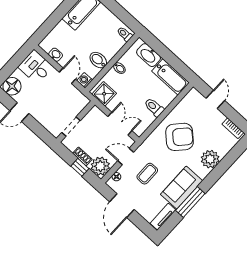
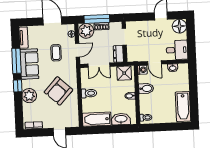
dresser: (92, 116) -> (118, 54), added
window: (80, 167) -> (97, 19), width x2.17
window: (212, 178) -> (18, 86), added

